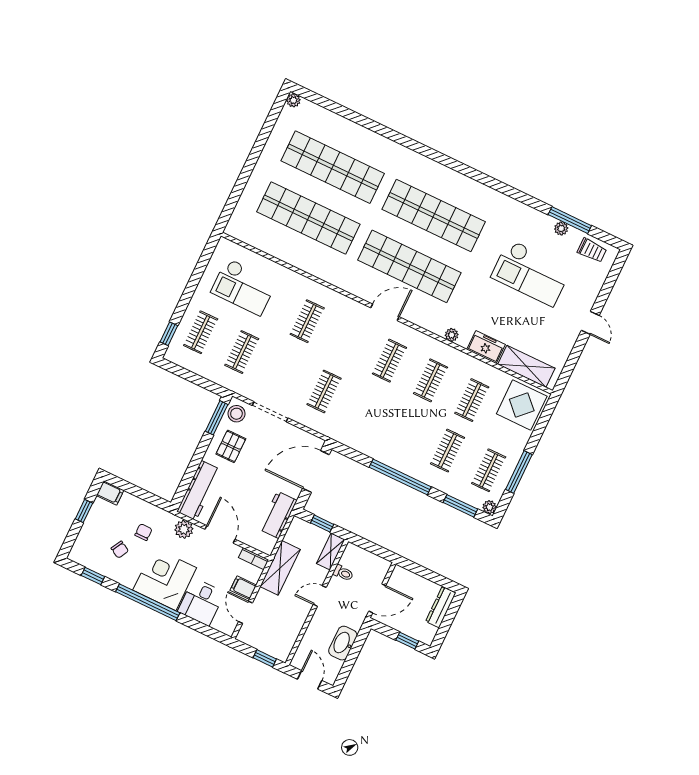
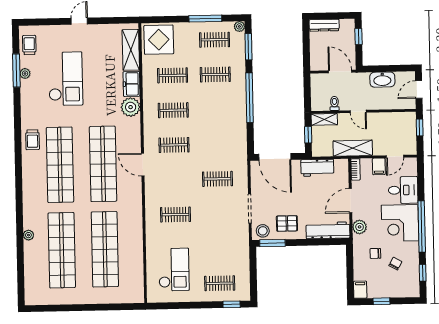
plant: (293, 100) -> (28, 235), moved
trolley: (479, 198) -> (33, 140), added
plant: (452, 335) -> (131, 107), width x1.88, depth x1.88
clothes rail: (242, 352) -> (219, 248), removed

